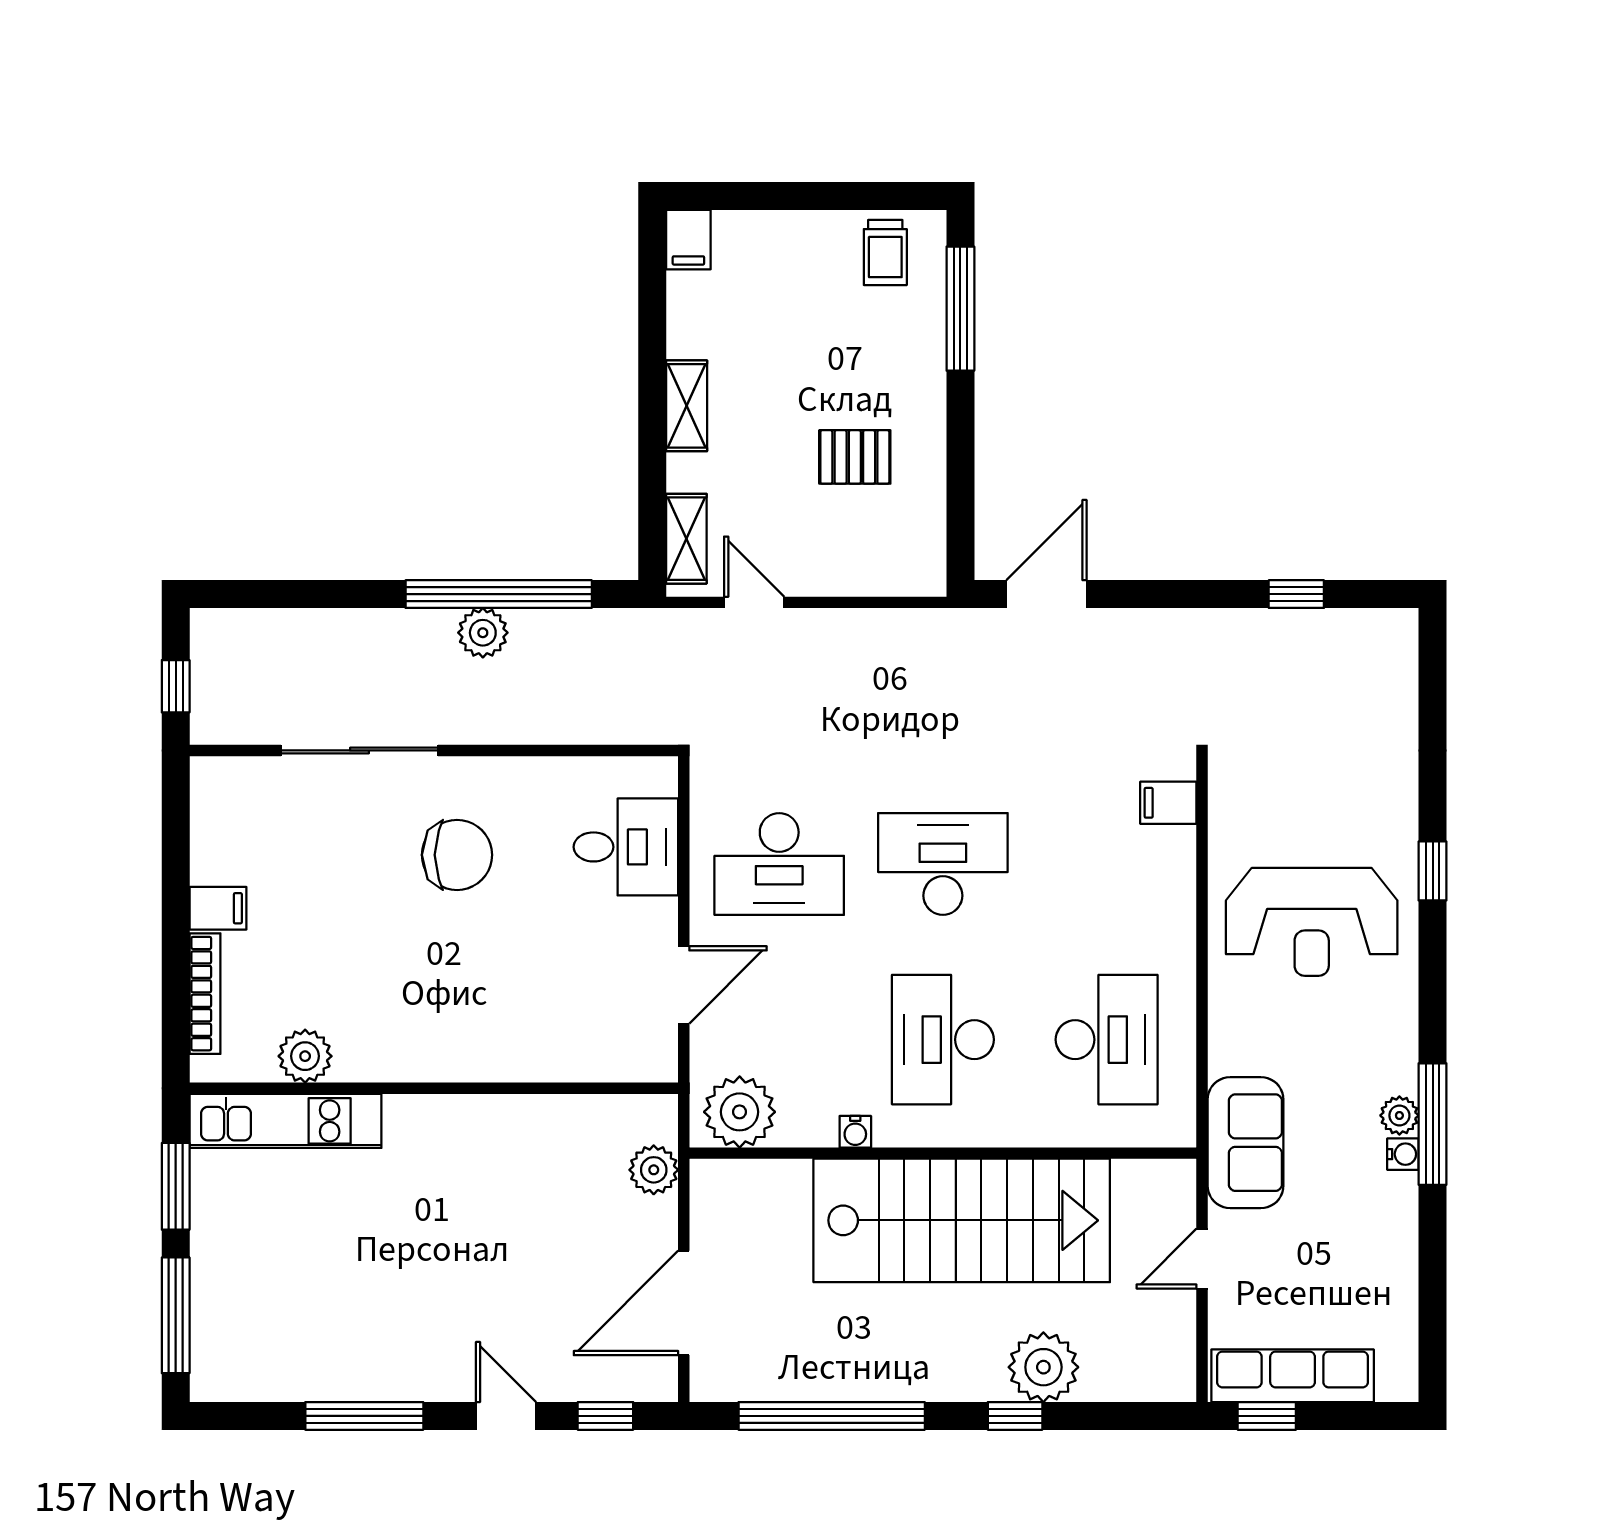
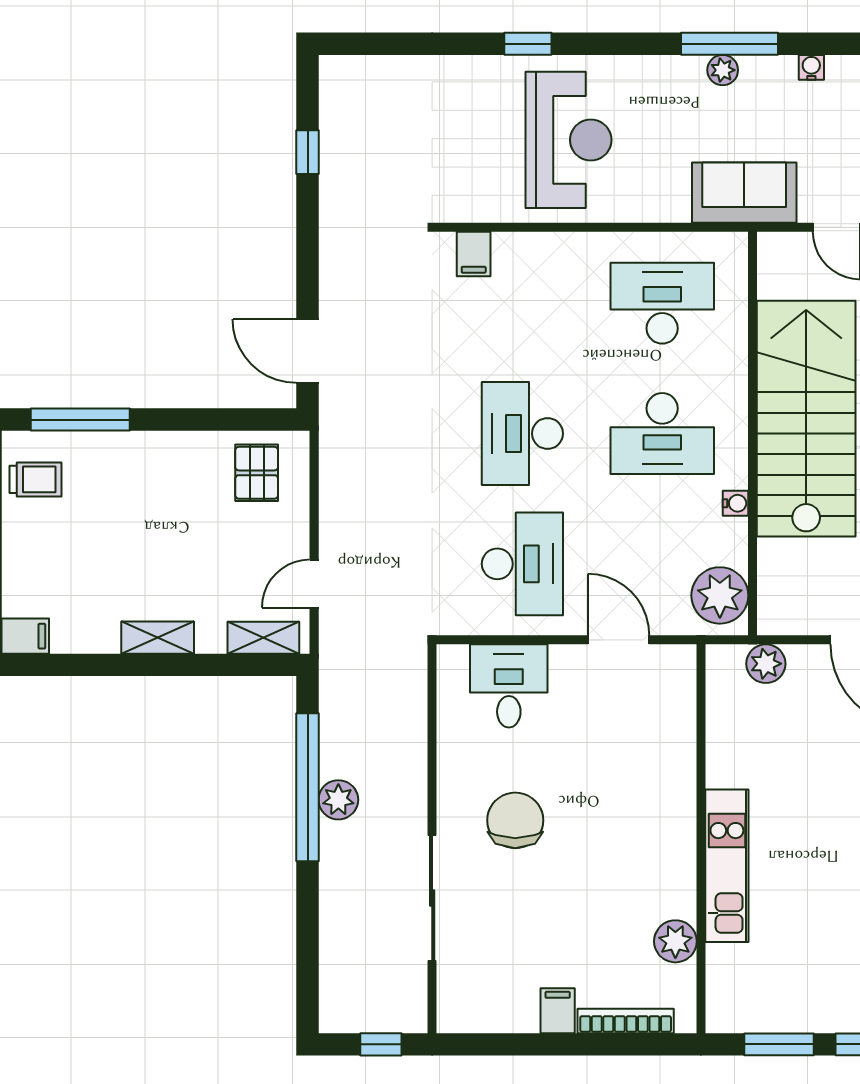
pallet: (855, 457) -> (257, 473), moved
kitchen unit: (285, 1121) -> (727, 866), moved
water cooler: (1403, 1154) -> (811, 67), moved

